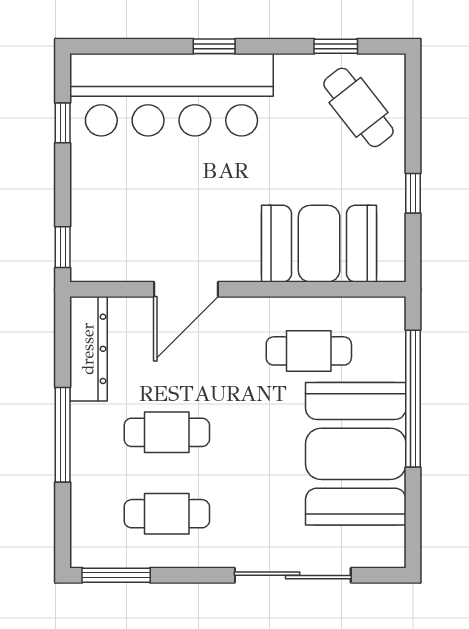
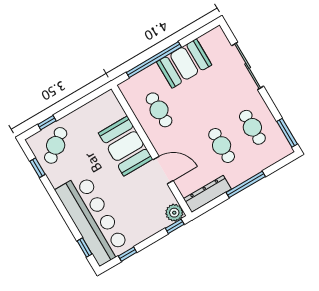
window: (214, 46) -> (85, 247), moved
window: (413, 193) -> (47, 123), moved
booth: (319, 244) -> (126, 146), moved
plant: (90, 262) -> (174, 213), added
booth: (356, 454) -> (184, 63), width x0.73, depth x0.70

